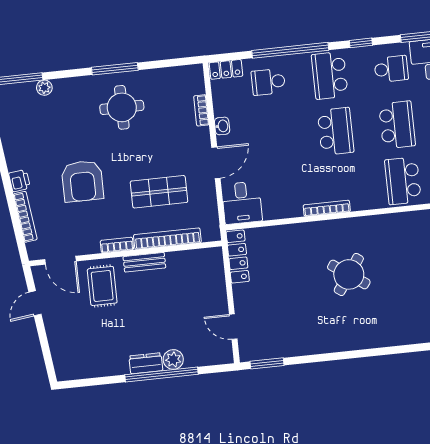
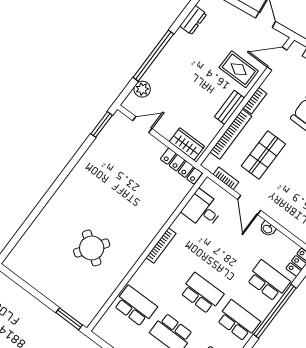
school desk: (268, 82) -> (268, 281), width x1.85
bookcase: (201, 110) -> (226, 178), moved
school desk: (336, 131) -> (202, 293), turned 180
desk: (242, 203) -> (203, 210), moved
wardrobe: (213, 270) -> (187, 144), added
round table: (349, 274) -> (92, 248), moved
plant: (173, 359) -> (142, 89), moved
dresser: (146, 363) -> (193, 20), moved

